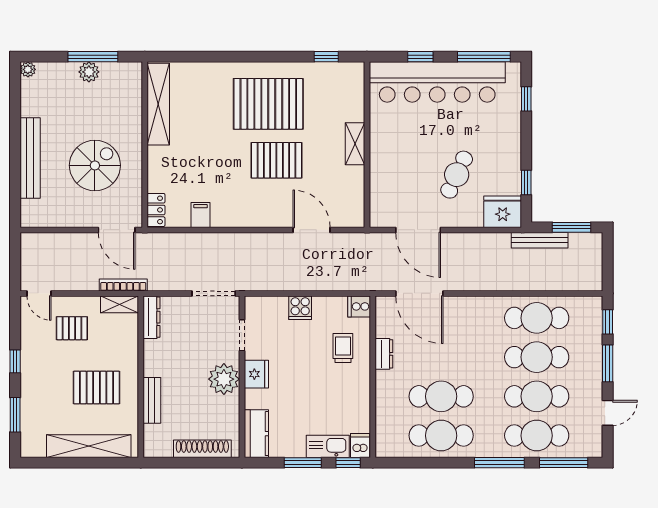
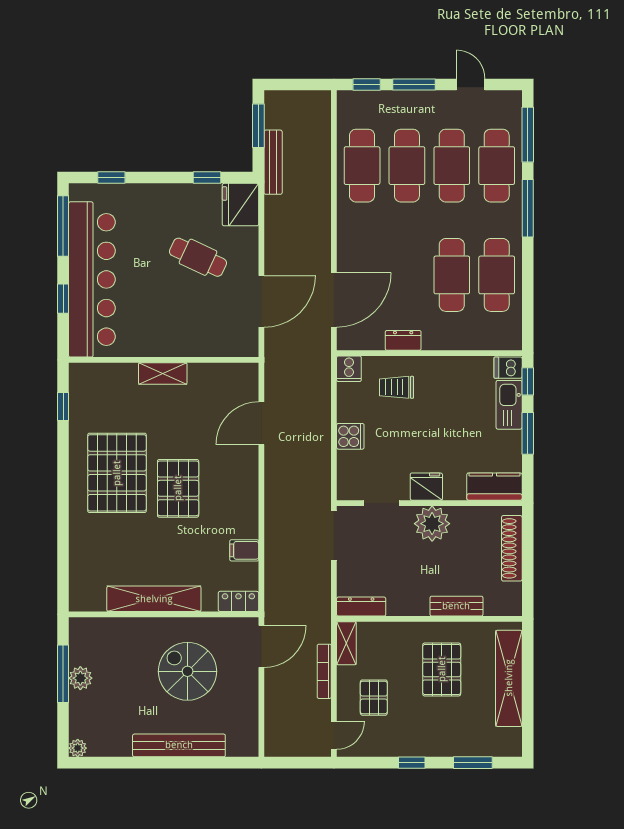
shelving: (158, 104) -> (154, 599), moved
pallet: (276, 160) -> (178, 488), moved
bookcase: (123, 285) -> (324, 671), moved

